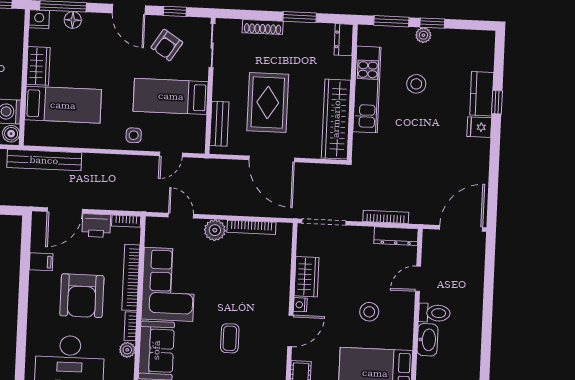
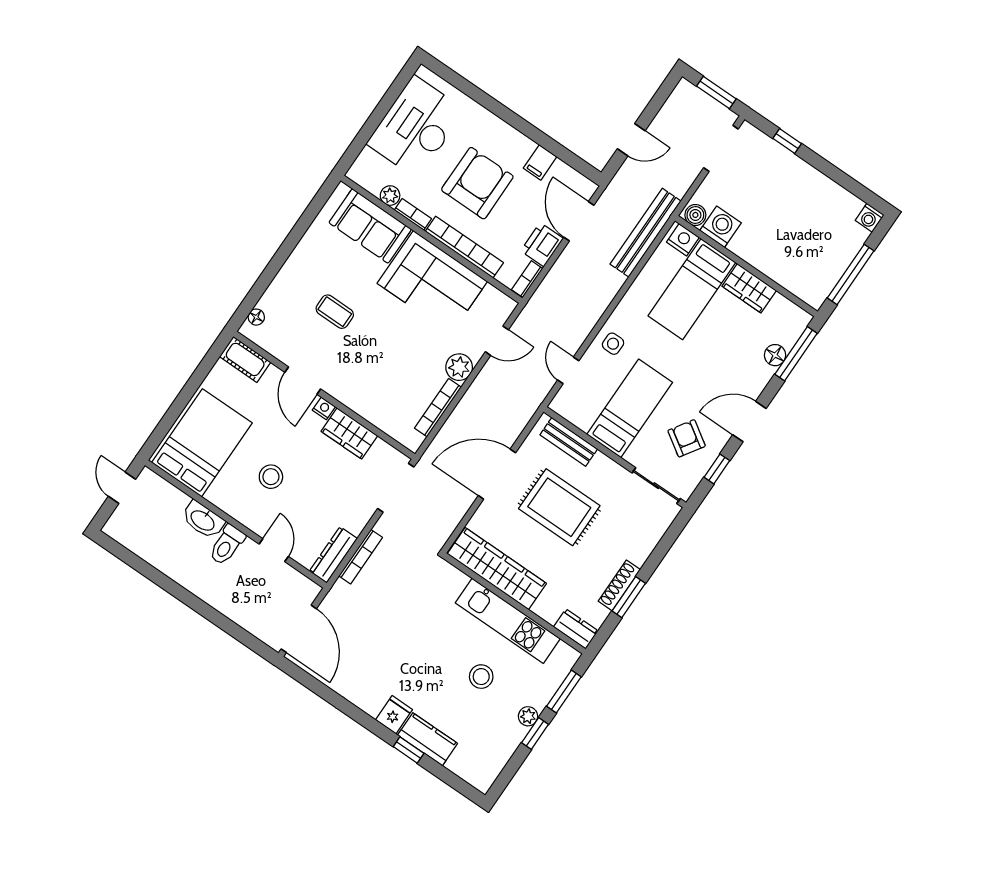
nightstand: (39, 19) -> (683, 240), moved, turned -90
shoe rack: (263, 27) -> (619, 585), moved
armchair: (82, 296) -> (477, 183), turned 90

